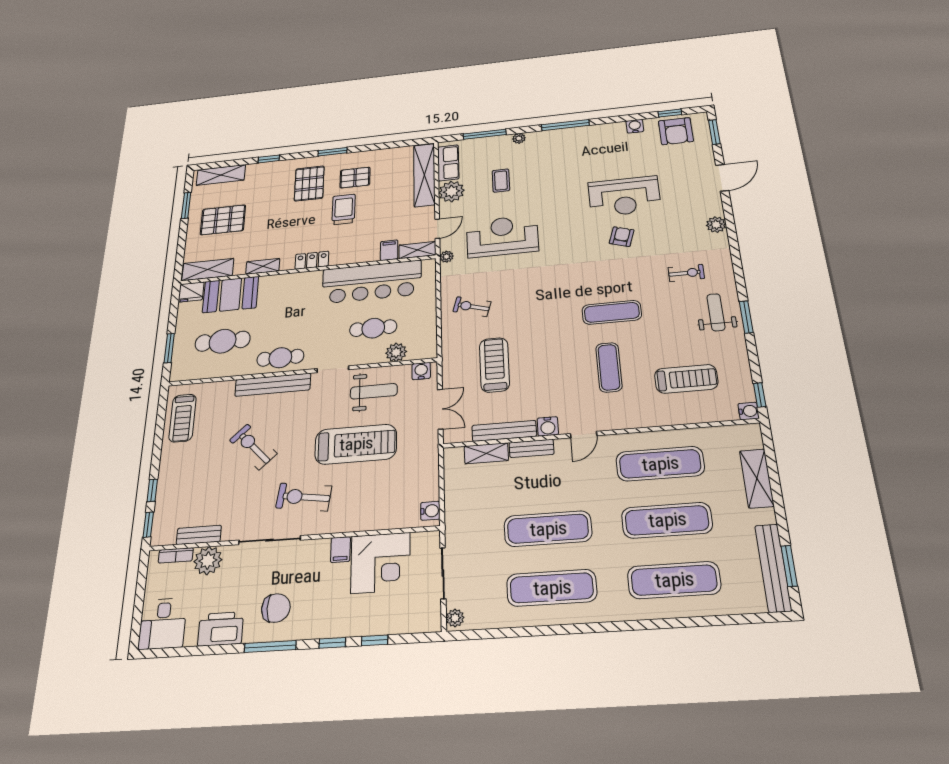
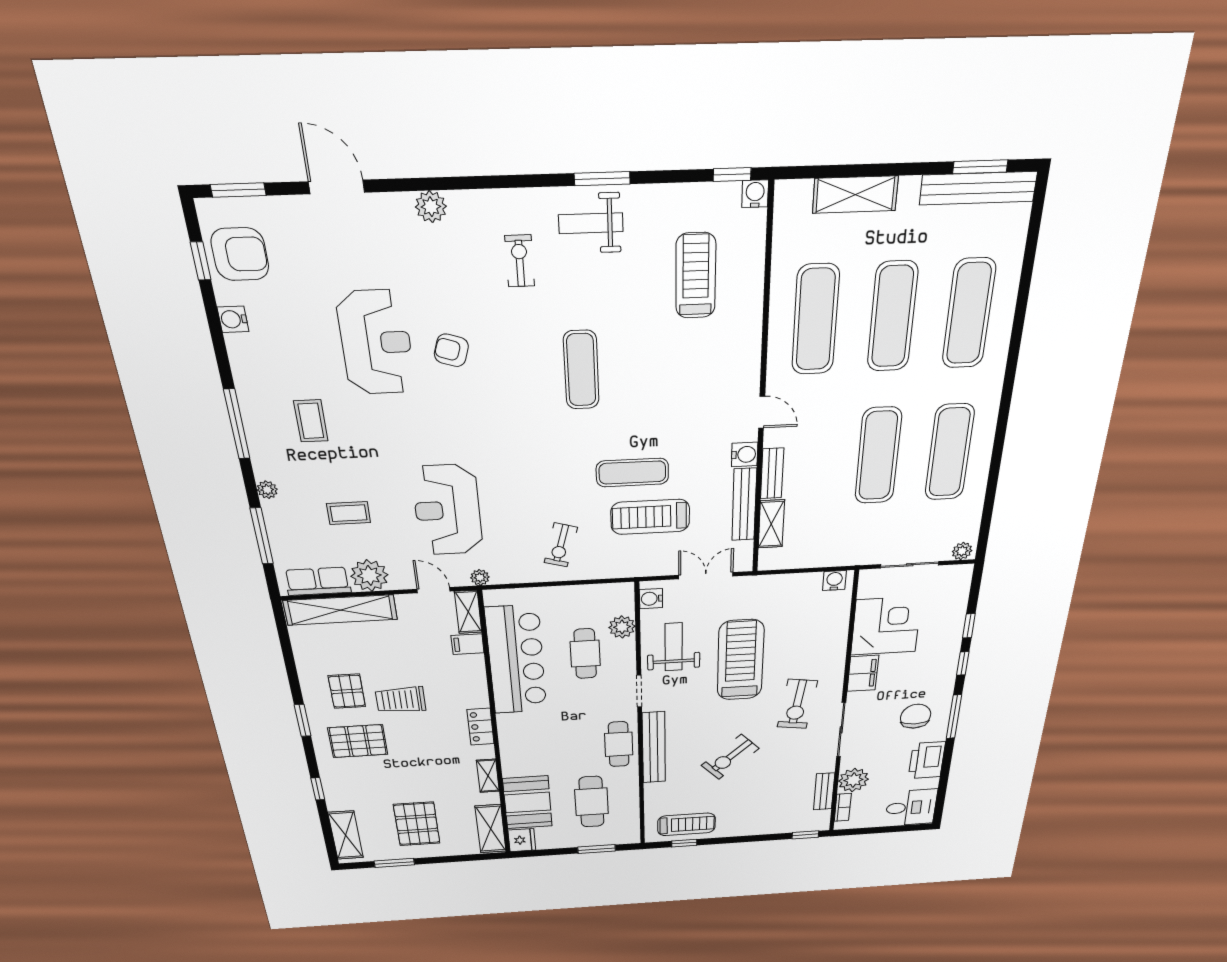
coffee table: (568, 162) -> (311, 421), added
exercise mat: (609, 367) -> (632, 472), moved
window: (152, 490) -> (684, 843), moved
filing cabinet: (340, 550) -> (863, 673), width x2.00

